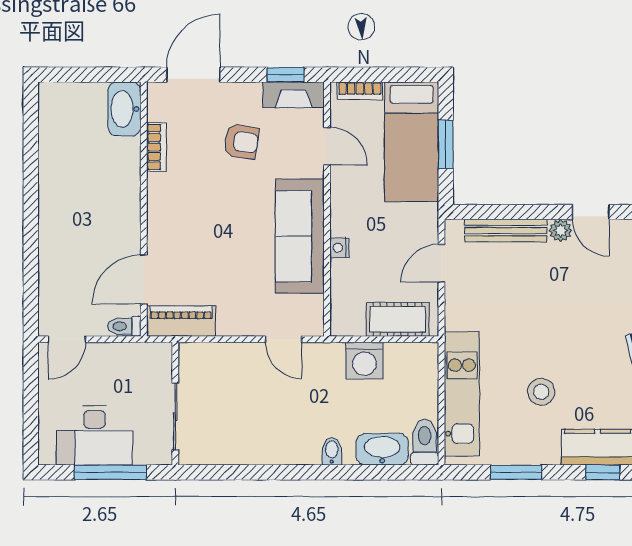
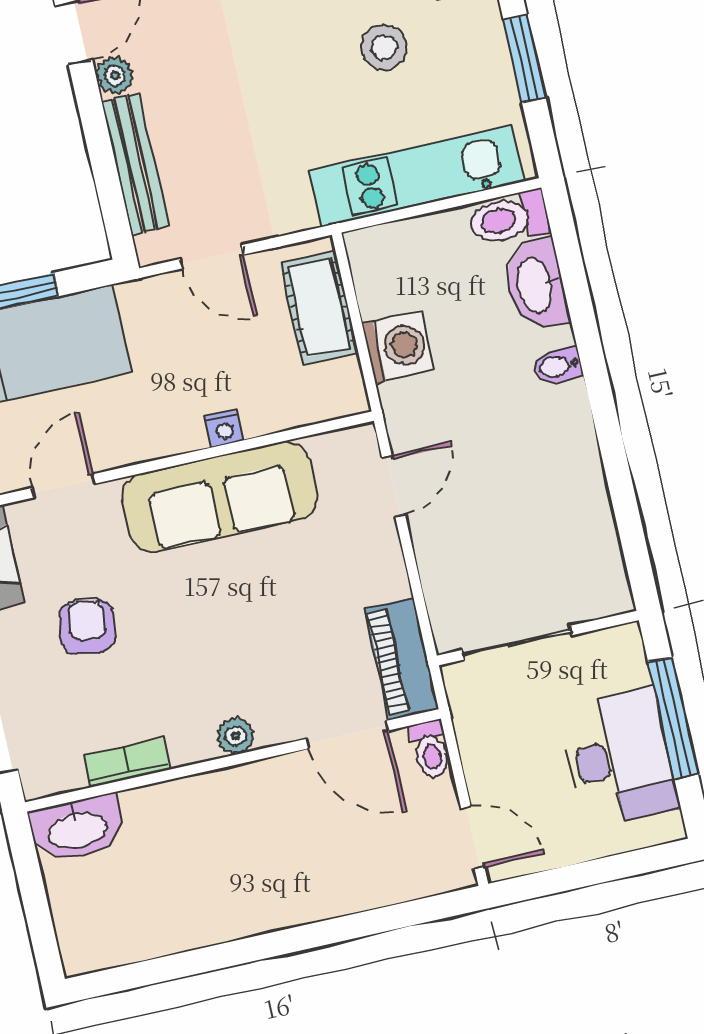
plant: (158, 214) -> (235, 736), added
sliding door: (175, 417) -> (517, 643), moved

